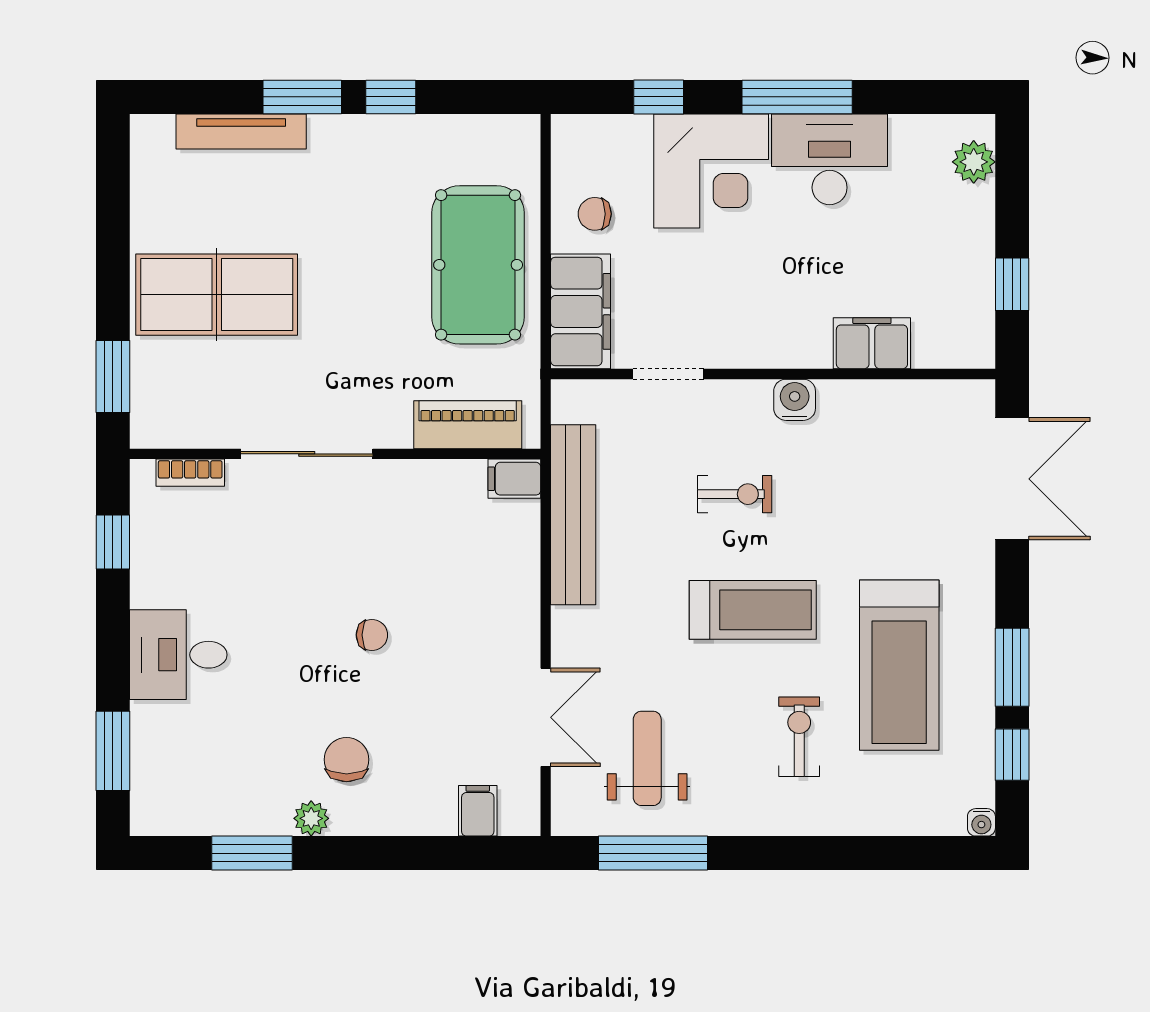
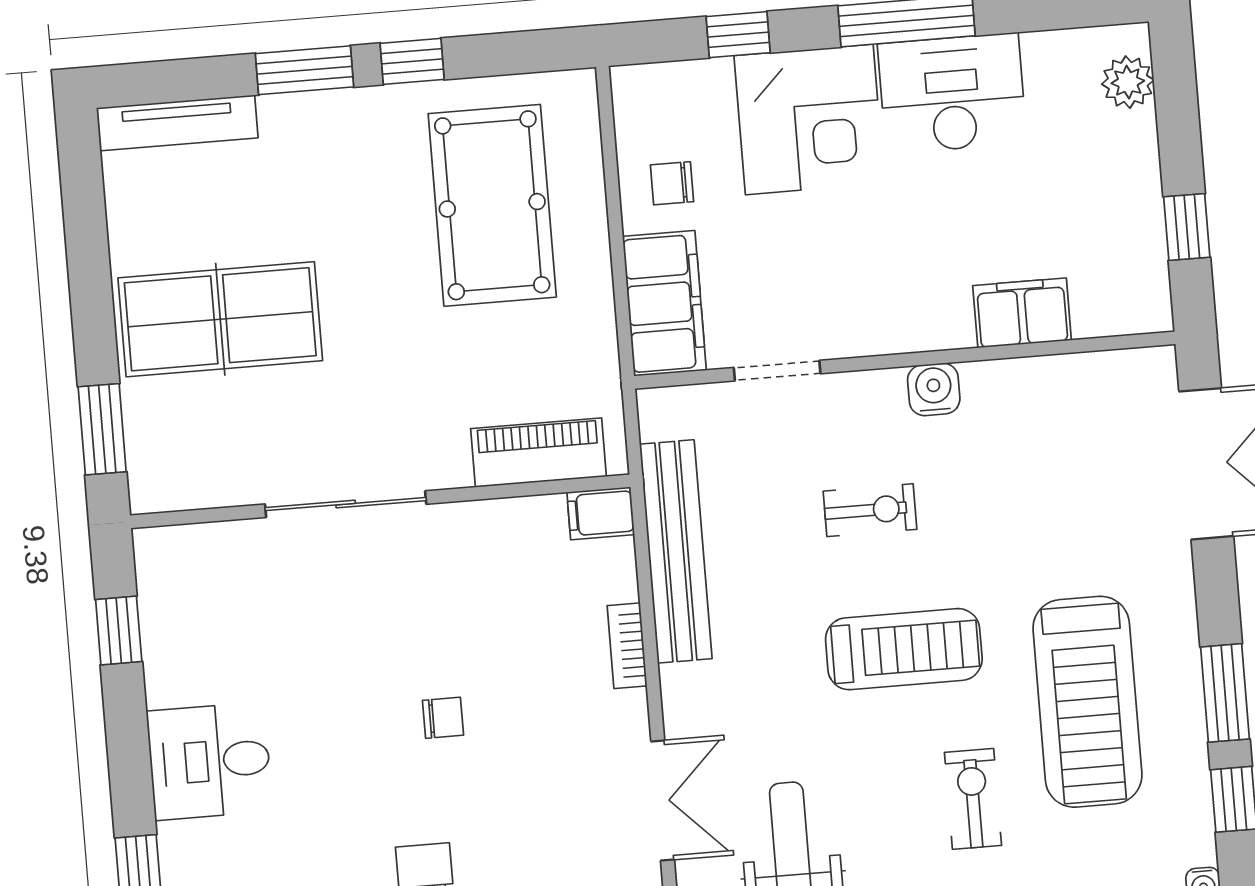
tv unit: (241, 131) -> (177, 123), moved
pool table: (478, 265) -> (492, 205), moved
bookcase: (190, 473) -> (627, 646), moved, turned 90

